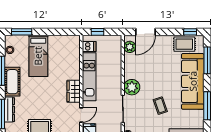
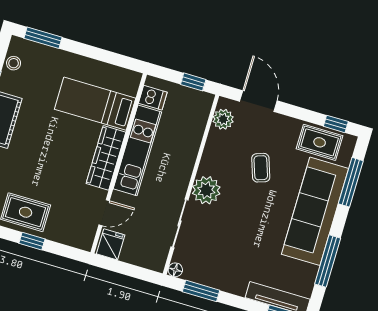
window: (98, 32) -> (193, 82), moved
door: (146, 32) -> (258, 101), swing flipped
bed: (38, 56) -> (95, 104), moved, turned 90
wardrobe: (74, 91) -> (106, 158), width x1.50
coffee table: (160, 106) -> (261, 168), moved

